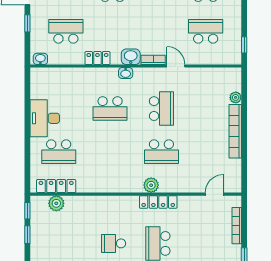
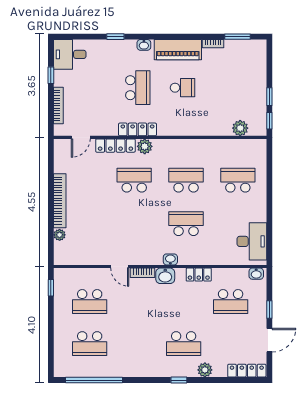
school desk: (161, 109) -> (186, 180), moved, turned 90
desk: (45, 118) -> (252, 241), moved
locker: (56, 186) -> (115, 146), moved

